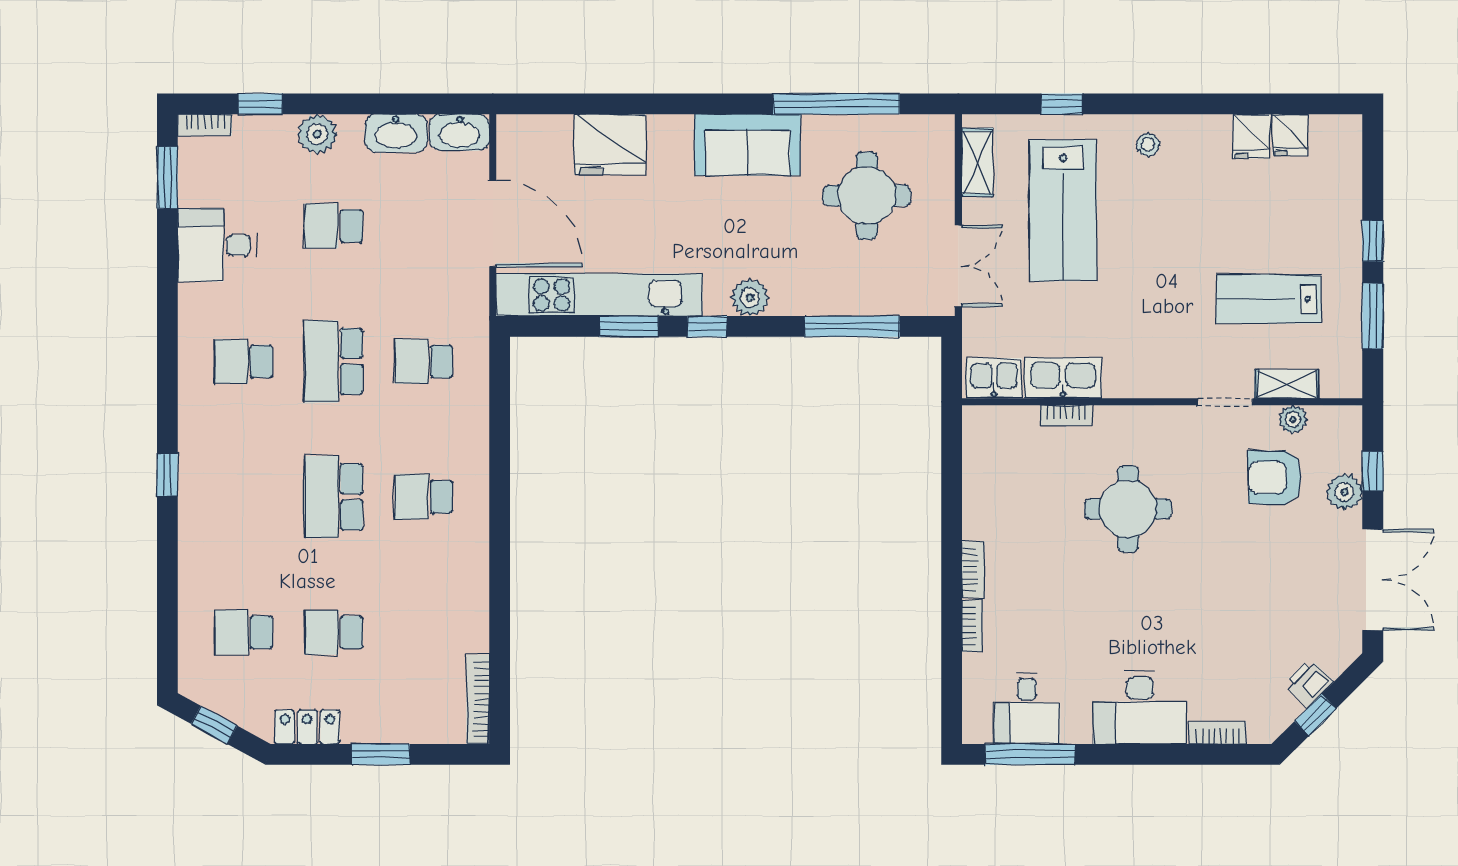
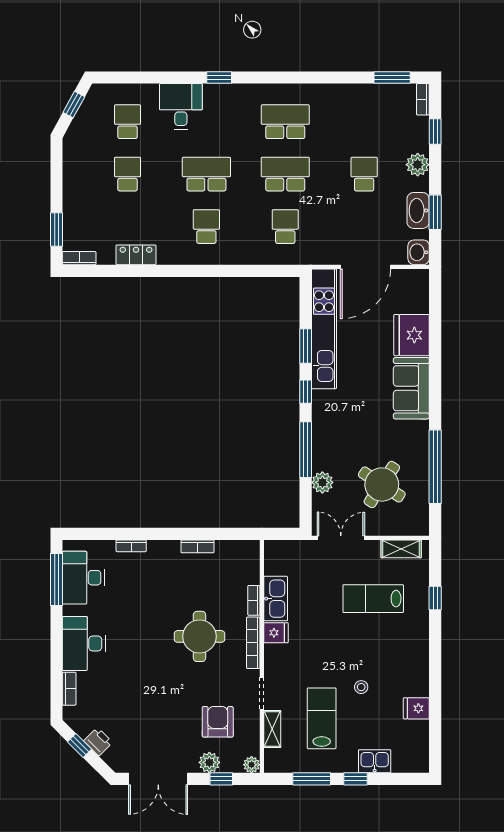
window: (399, 104) -> (435, 212), added
washbasin: (460, 132) -> (419, 252), width x0.72
fridge: (1290, 135) -> (276, 633), moved, turned 180
sofa: (748, 145) -> (411, 388), moved
stool: (1148, 145) -> (361, 687), moved
round table: (867, 196) -> (382, 484), turned 33
lab bench: (1063, 210) -> (373, 599), width x0.73, depth x0.72
desk: (217, 245) -> (181, 106), moved
double door: (958, 266) -> (341, 538), swing flipped
plant: (750, 298) -> (322, 482), moved
window: (852, 326) -> (306, 450), moved
school desk: (243, 361) -> (285, 122), width x1.85
kitchen sink: (994, 378) -> (375, 761), moved, turned -90
bookcase: (1139, 417) -> (253, 643), added
plant: (1293, 419) -> (252, 765), moved
bookcase: (973, 570) -> (197, 546), moved
bookcase: (478, 699) -> (79, 258), width x0.64
desk: (1027, 708) -> (83, 578), width x1.37
locker: (307, 727) -> (136, 255), moved, turned -90
window: (381, 754) -> (57, 230), moved

